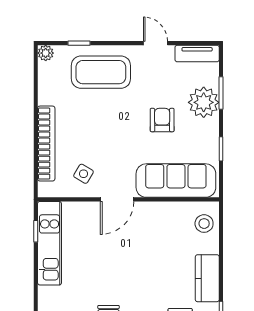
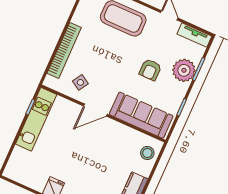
armchair: (162, 120) -> (150, 70), turned 180

